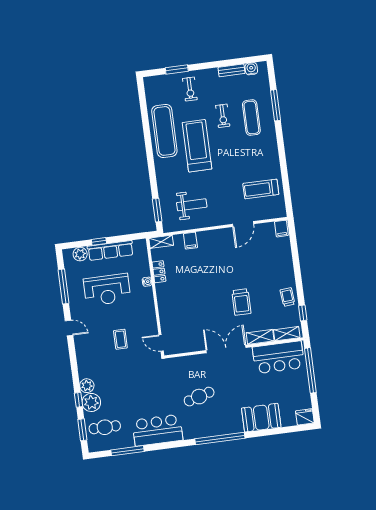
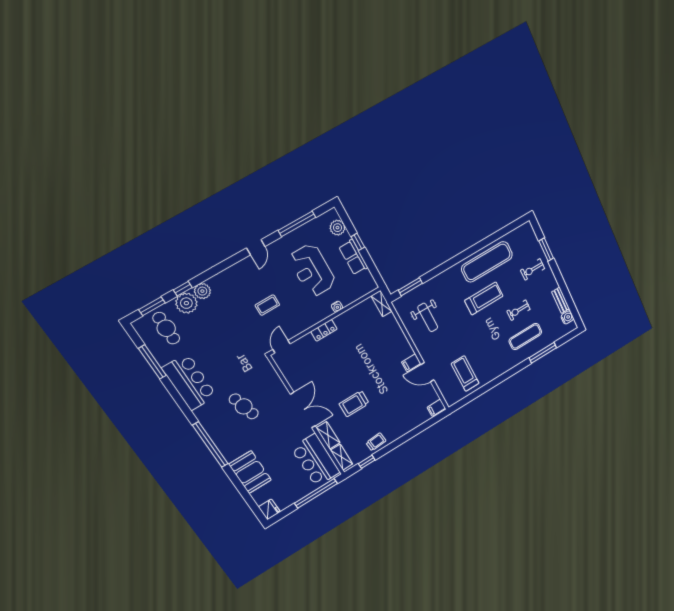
treadmill: (197, 146) -> (484, 298), width x0.73, depth x0.73
filing cabinet: (190, 241) -> (411, 363), moved
row of seats: (110, 250) -> (353, 257), width x0.68
locker: (159, 272) -> (324, 330), moved

